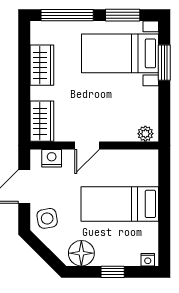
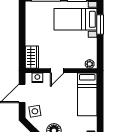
wardrobe: (42, 65) -> (32, 26), removed
bed: (120, 204) -> (87, 94), moved, turned -90

